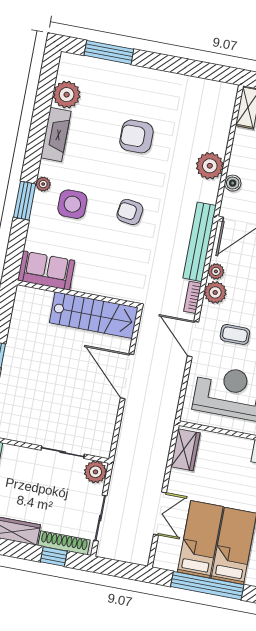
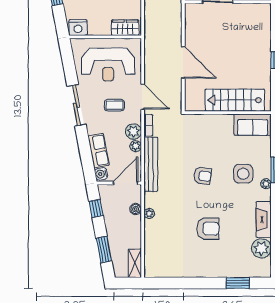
window: (109, 52) -> (238, 283), width x0.69
plant: (210, 166) -> (149, 213), width x0.53, depth x0.53
stairs: (94, 315) -> (235, 100), moved
wardrobe: (185, 450) -> (125, 28), moved, turned 90

